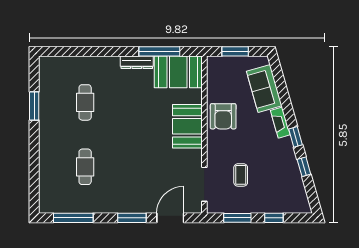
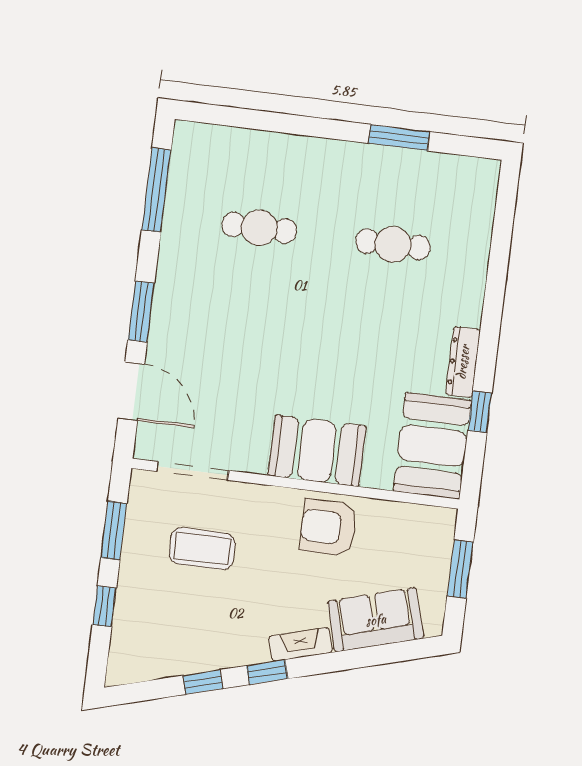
window: (159, 51) -> (480, 412), width x0.46
coffee table: (241, 175) -> (202, 549), width x1.36, depth x1.30

